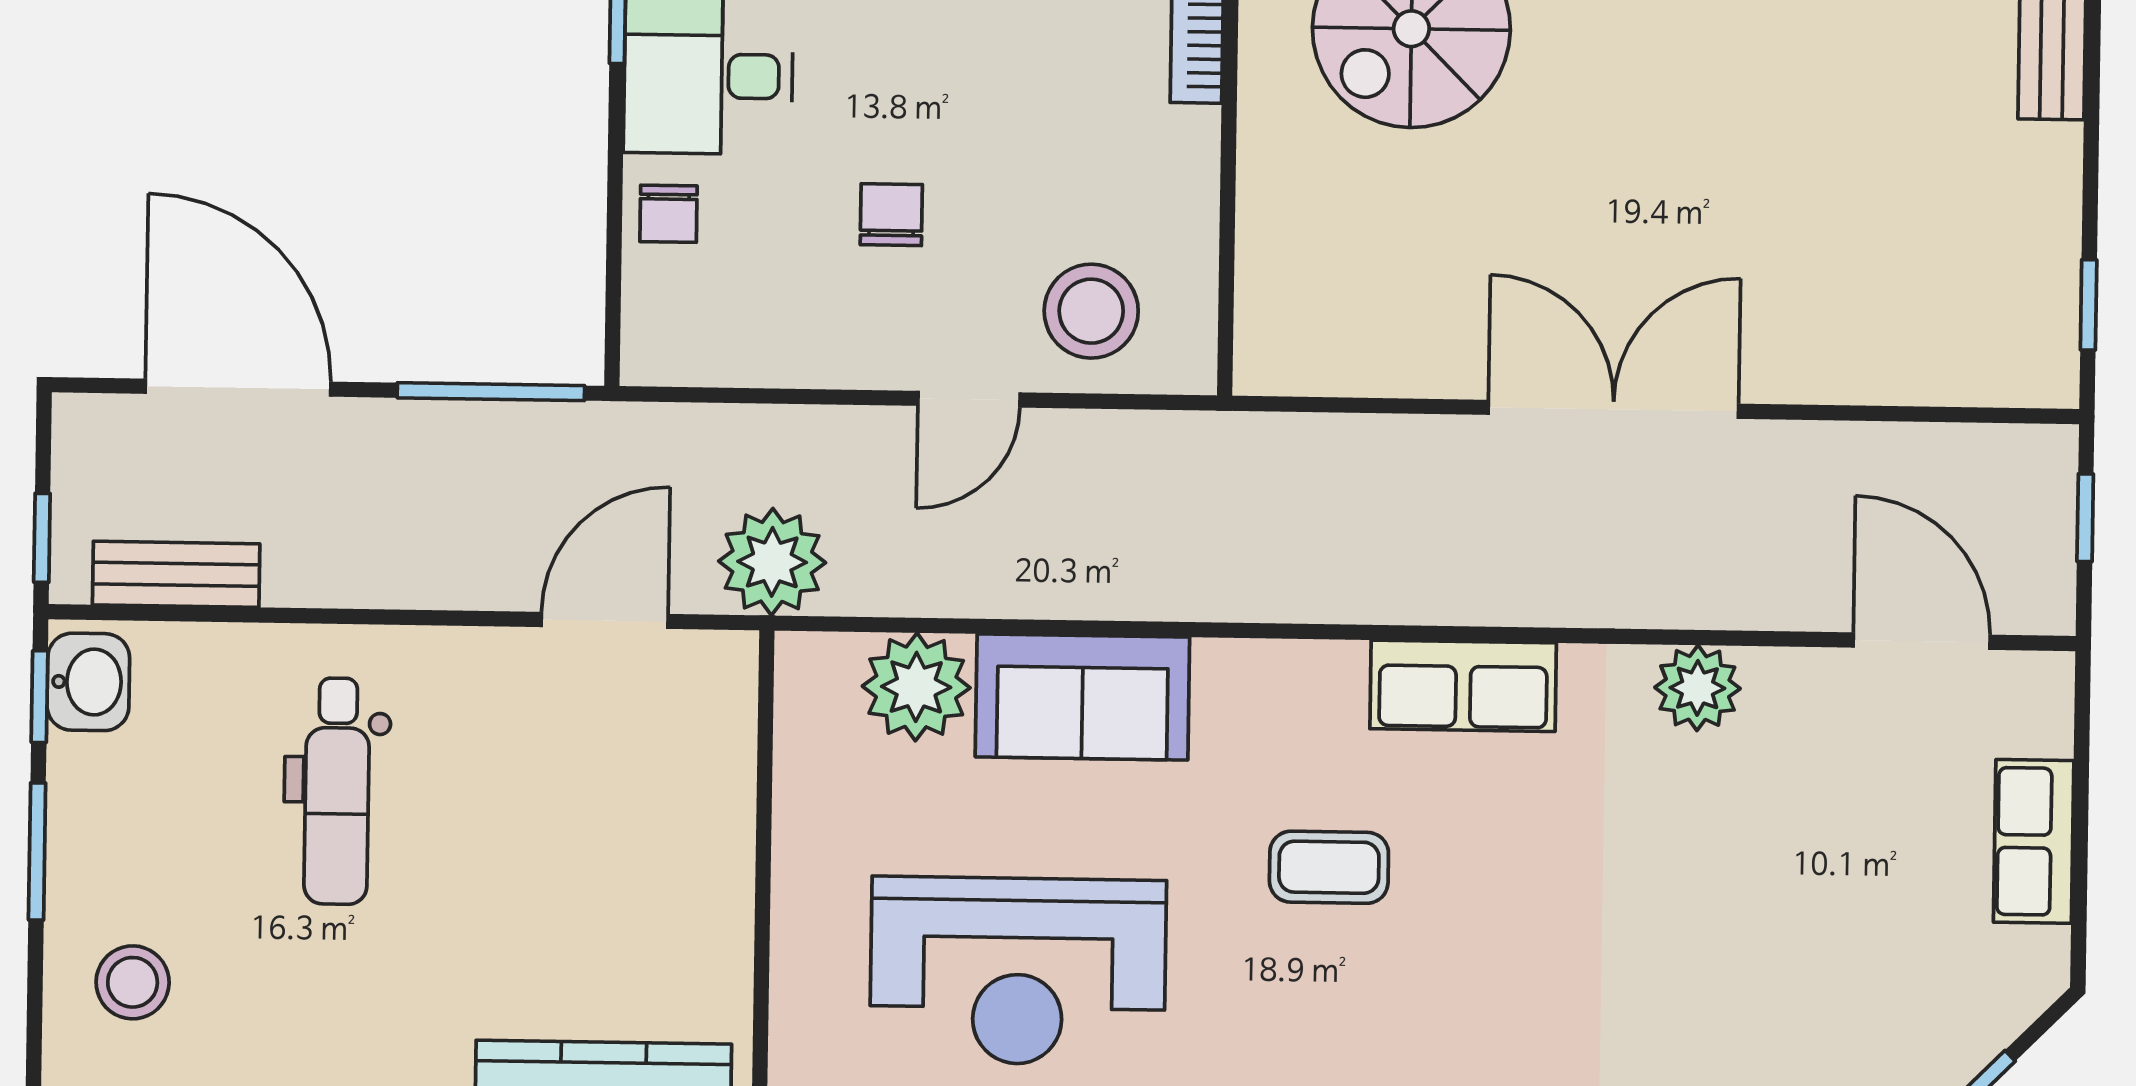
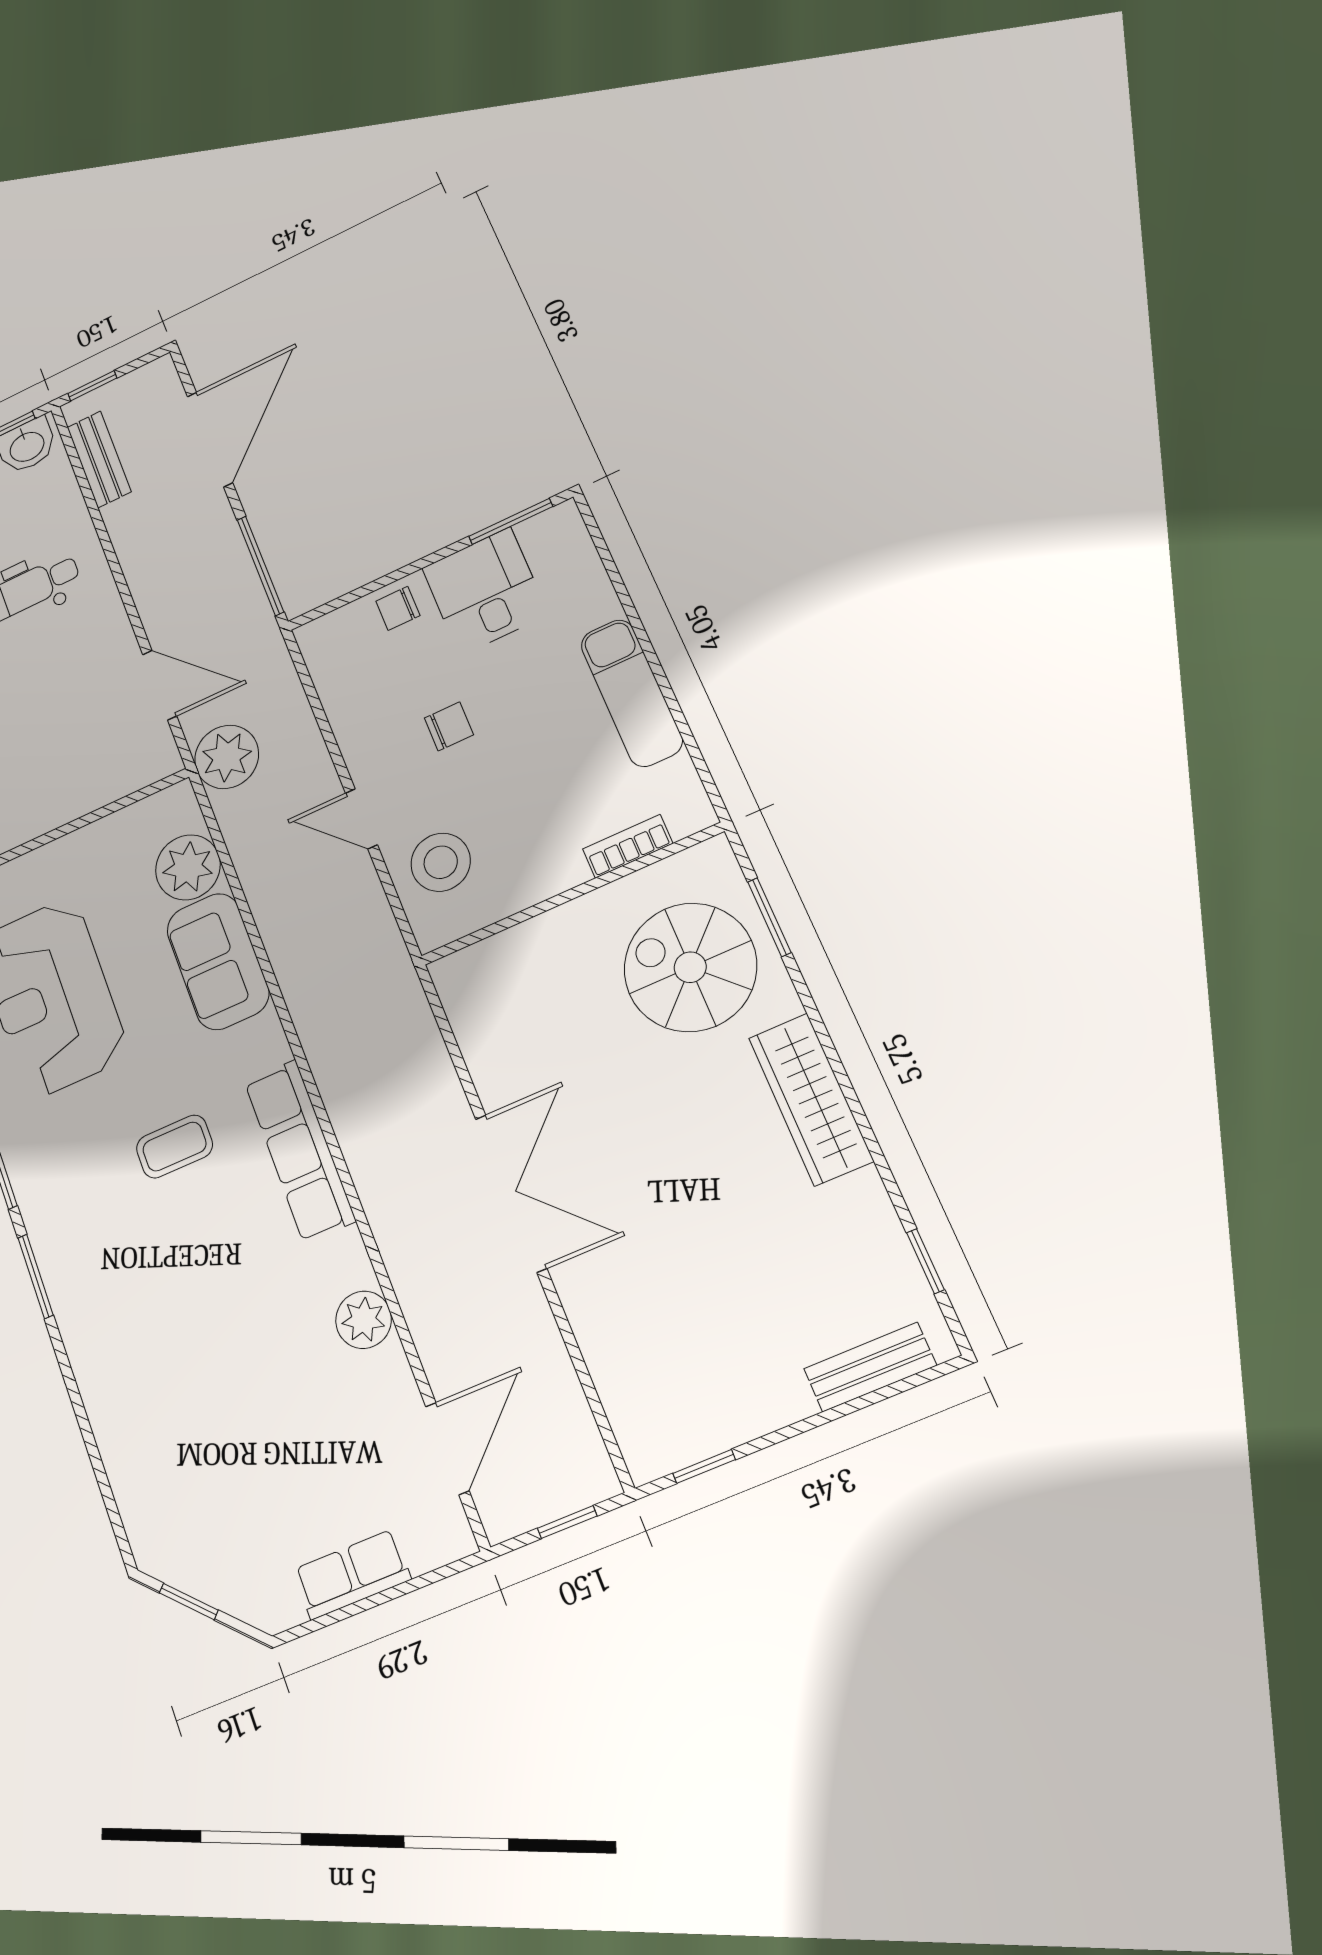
row of seats: (1463, 686) -> (300, 1151), width x1.48
coffee table: (1329, 867) -> (175, 1147), turned 90

